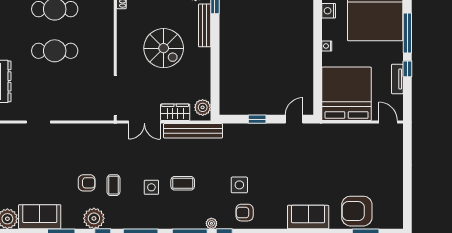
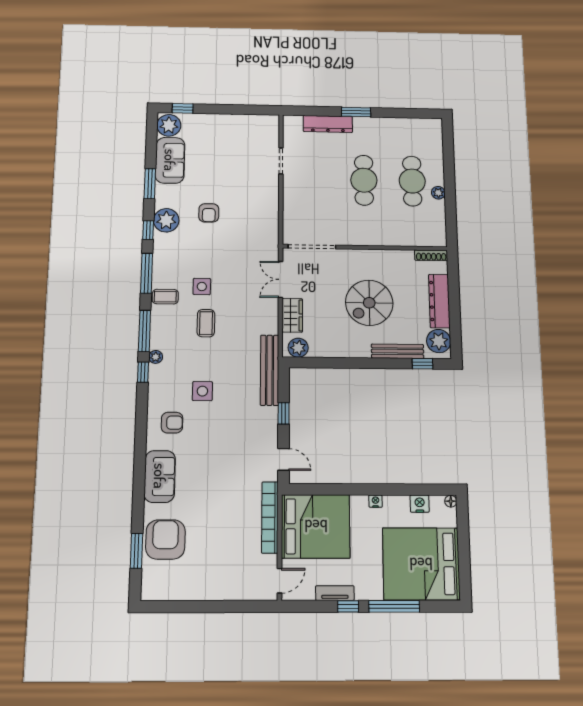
bookcase: (340, 130) -> (270, 517), added
bench: (193, 131) -> (270, 370), moved
coffee table: (113, 185) -> (165, 297), moved
armchair: (245, 213) -> (172, 423), moved, turned 90

